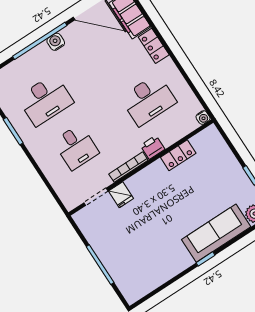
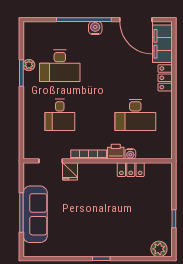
water cooler: (203, 118) -> (130, 154), moved
plant: (15, 119) -> (29, 65), added
sofa: (216, 233) -> (35, 214), moved, turned 90

